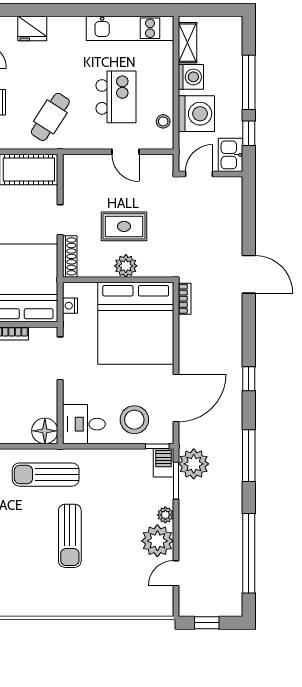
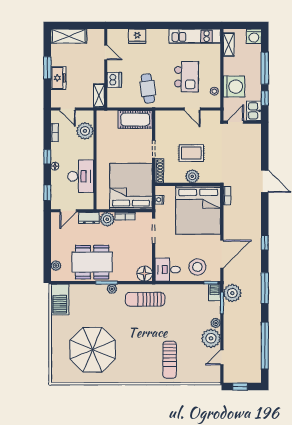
washing machine: (191, 77) -> (254, 36), moved, turned 90
cafe table: (50, 117) -> (148, 88), turned -41
sun lounger: (70, 536) -> (170, 360), moved

